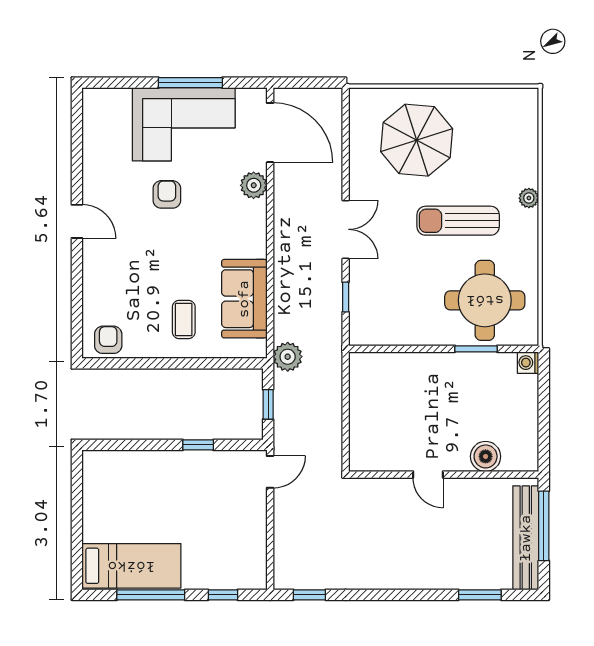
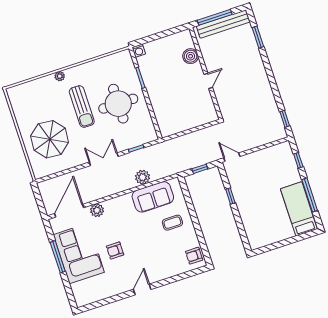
round table: (485, 300) -> (118, 104), moved
plant: (288, 357) -> (143, 177), moved

